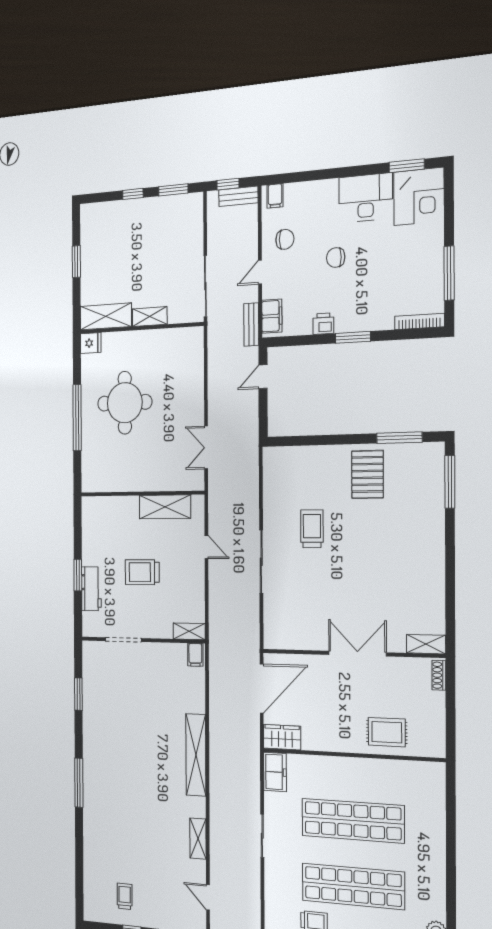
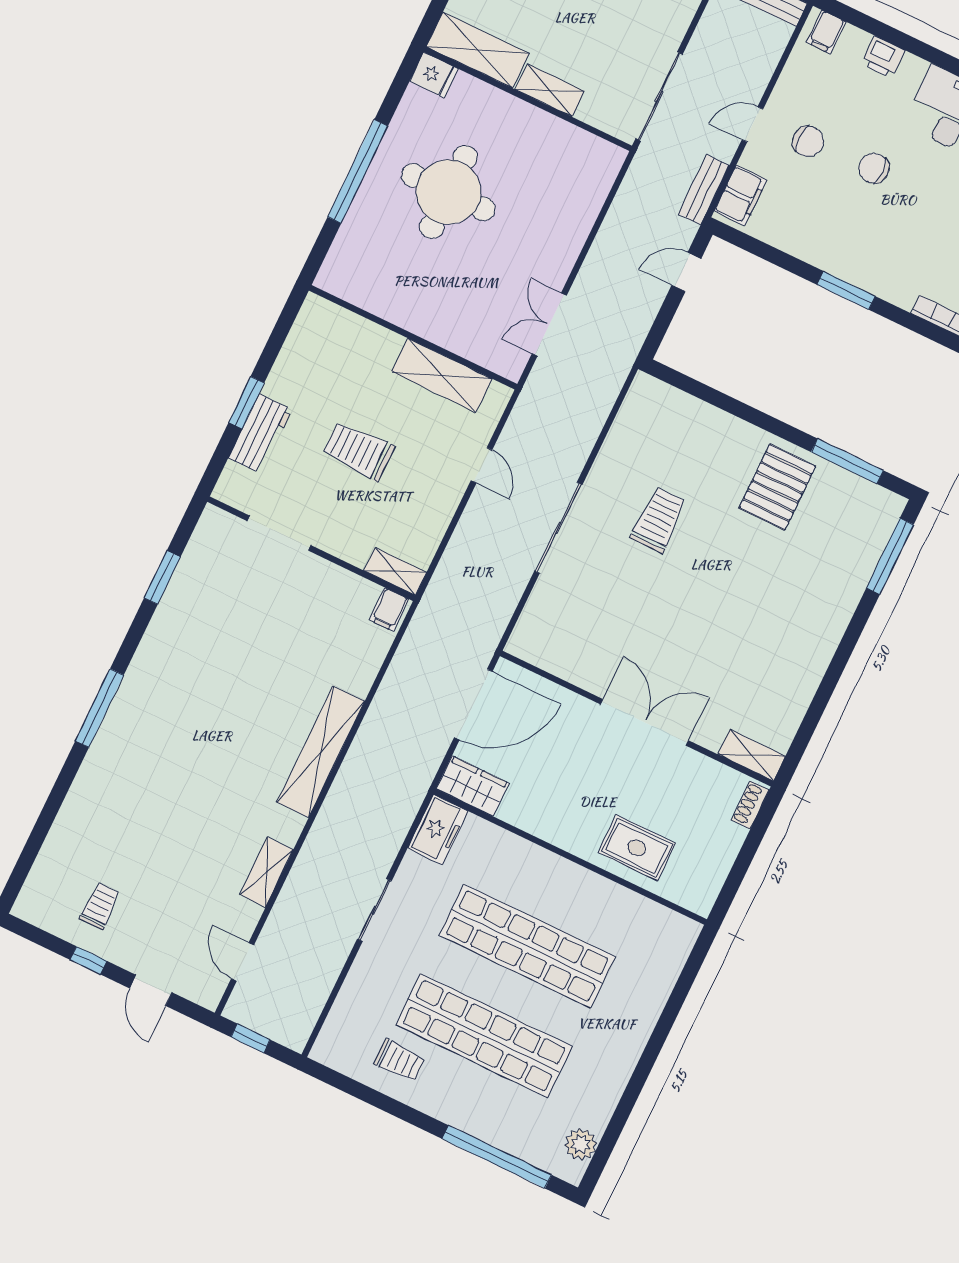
chair: (285, 239) -> (808, 141), moved
printer: (323, 324) -> (883, 57), moved, turned 180

